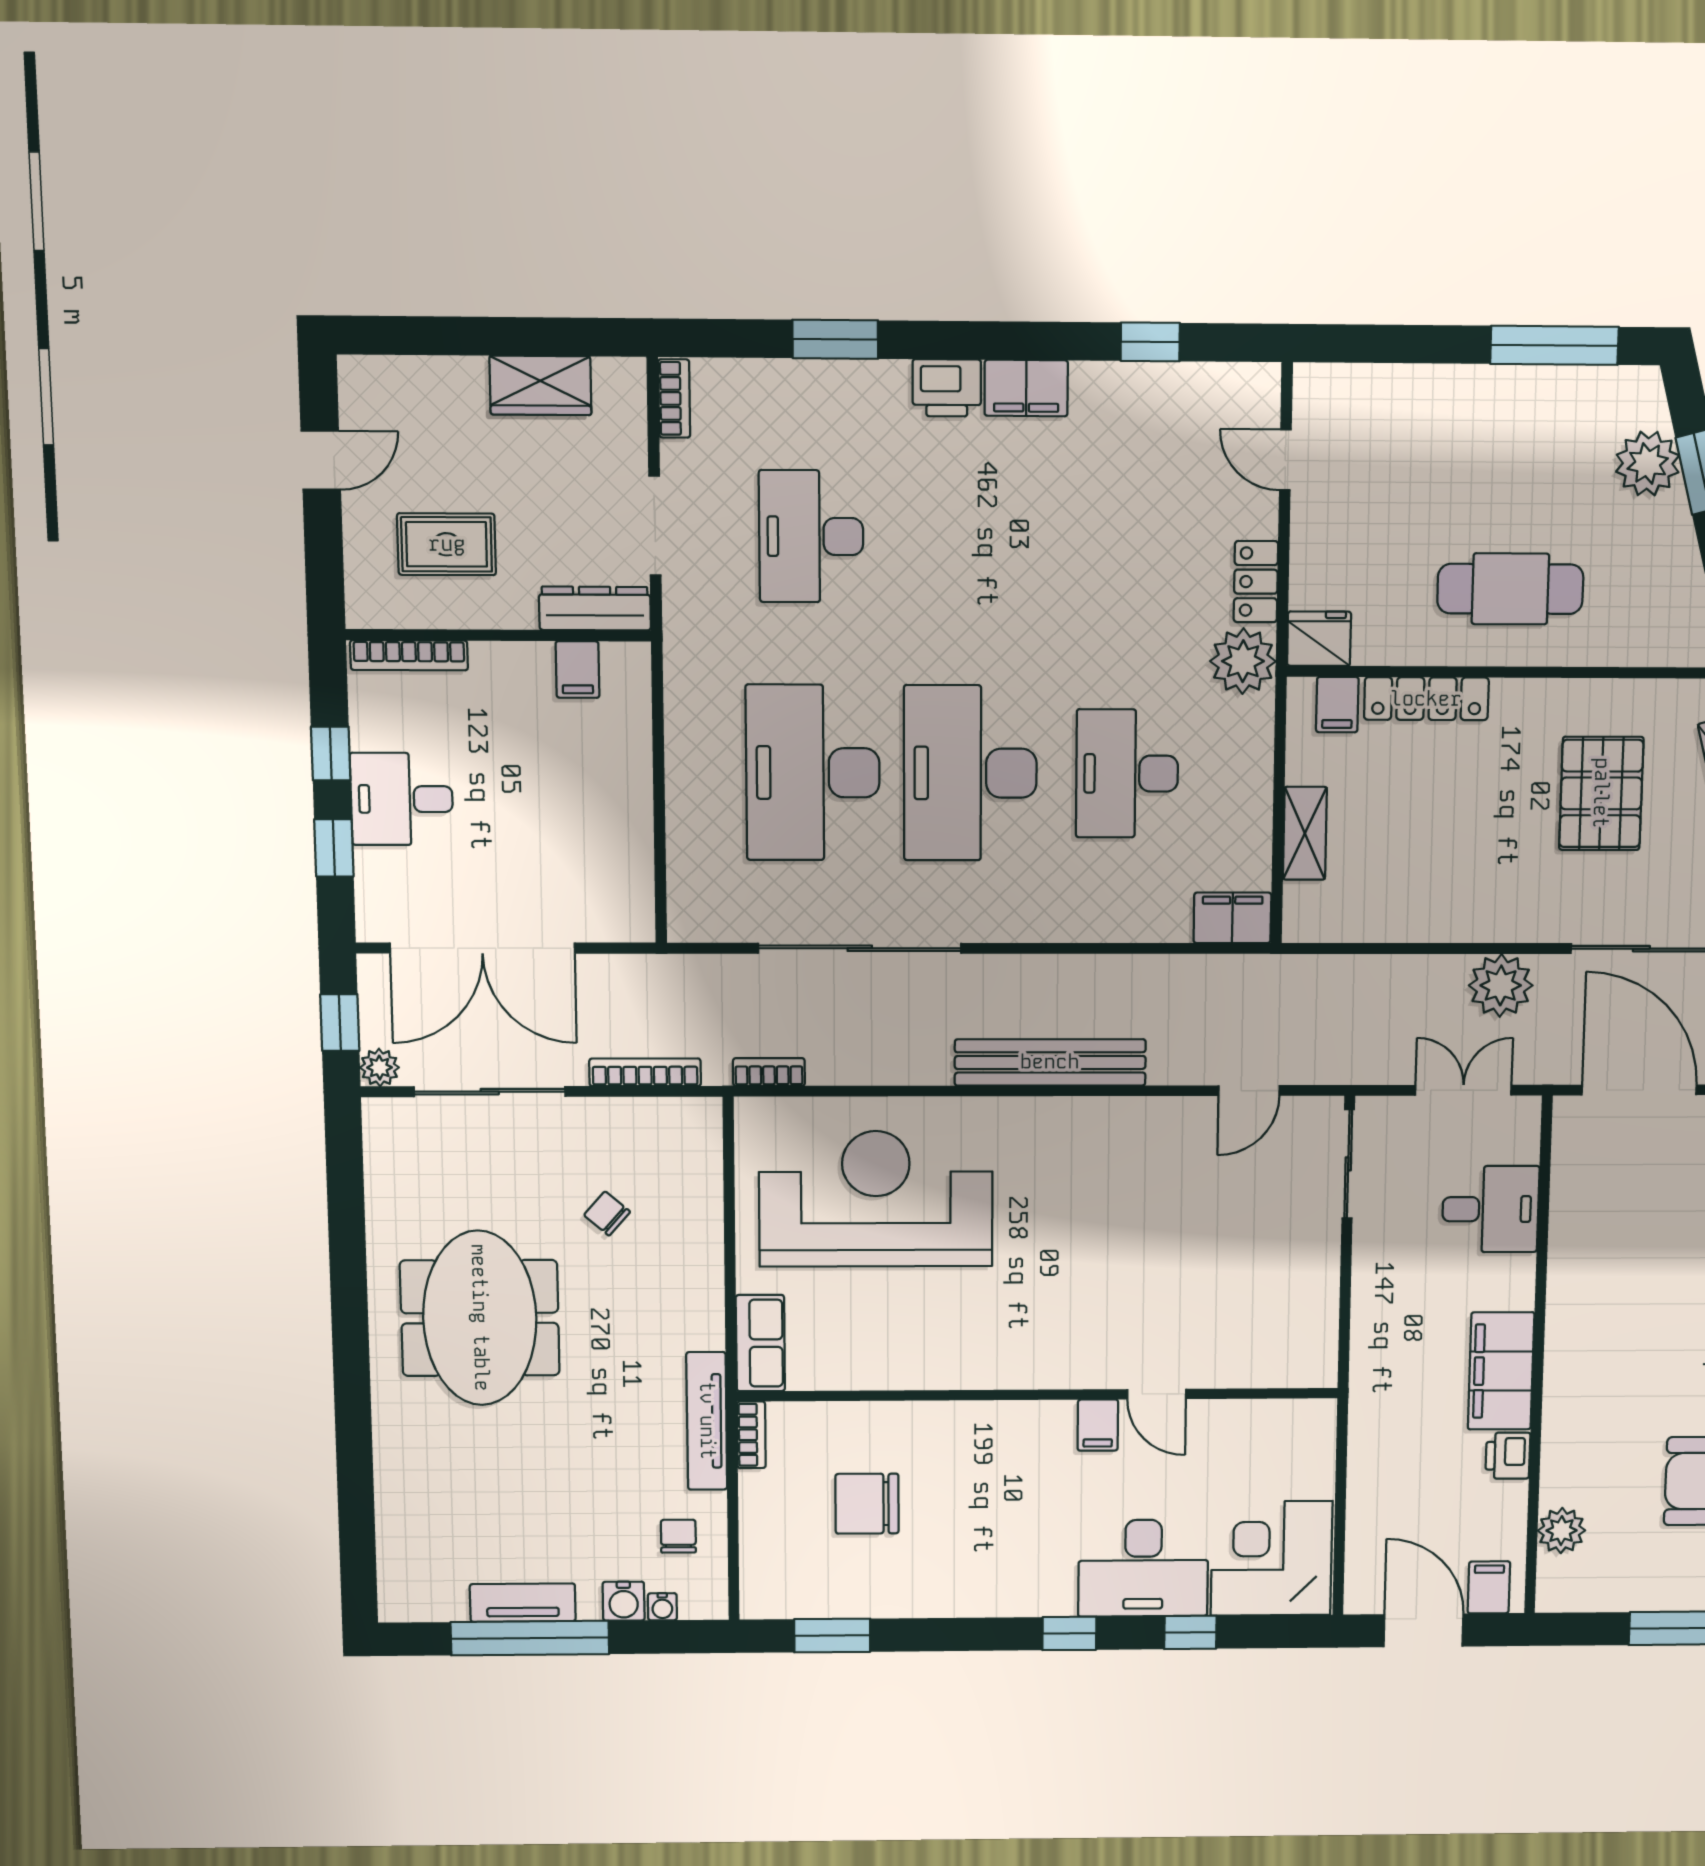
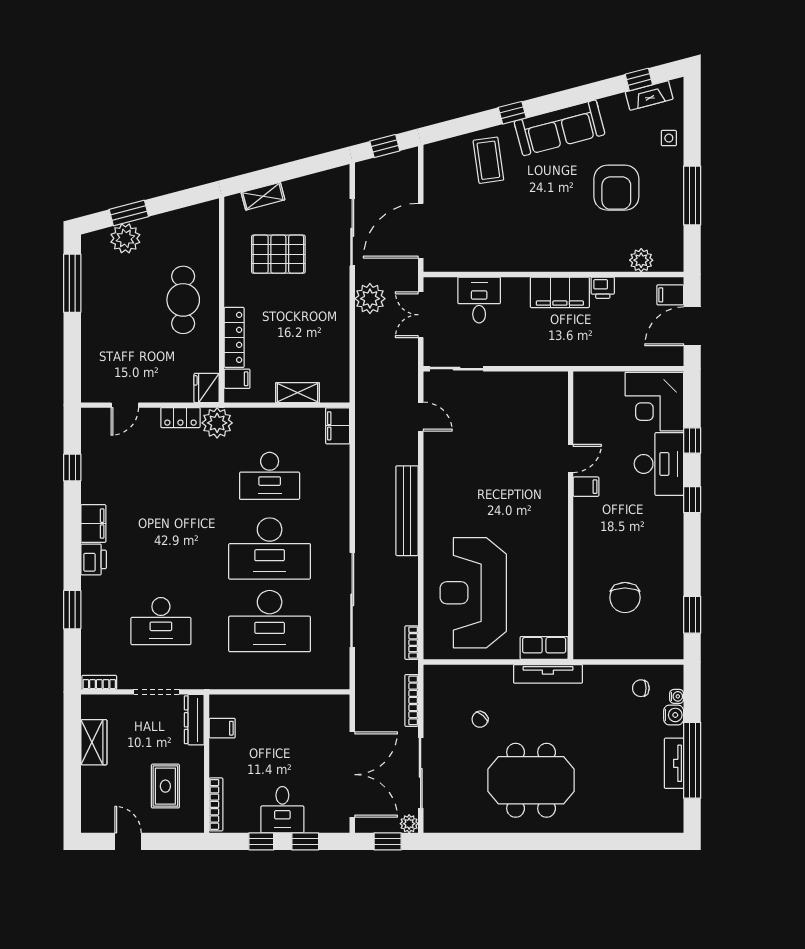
tv unit: (707, 1421) -> (548, 674), moved
bookcase: (751, 1435) -> (590, 653), removed

